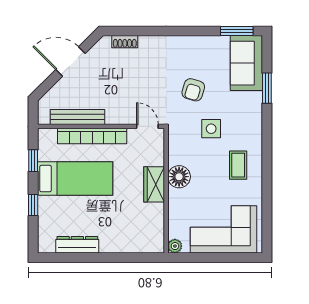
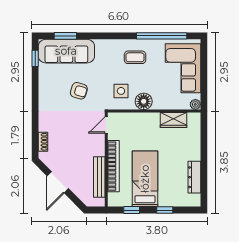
window: (237, 31) -> (35, 58), width x0.67
sofa: (246, 63) -> (66, 51), width x1.36
window: (267, 88) -> (65, 36), moved
side table: (211, 129) -> (121, 91), moved
wardrobe: (154, 184) -> (173, 120), moved
window: (267, 201) -> (162, 36), added

